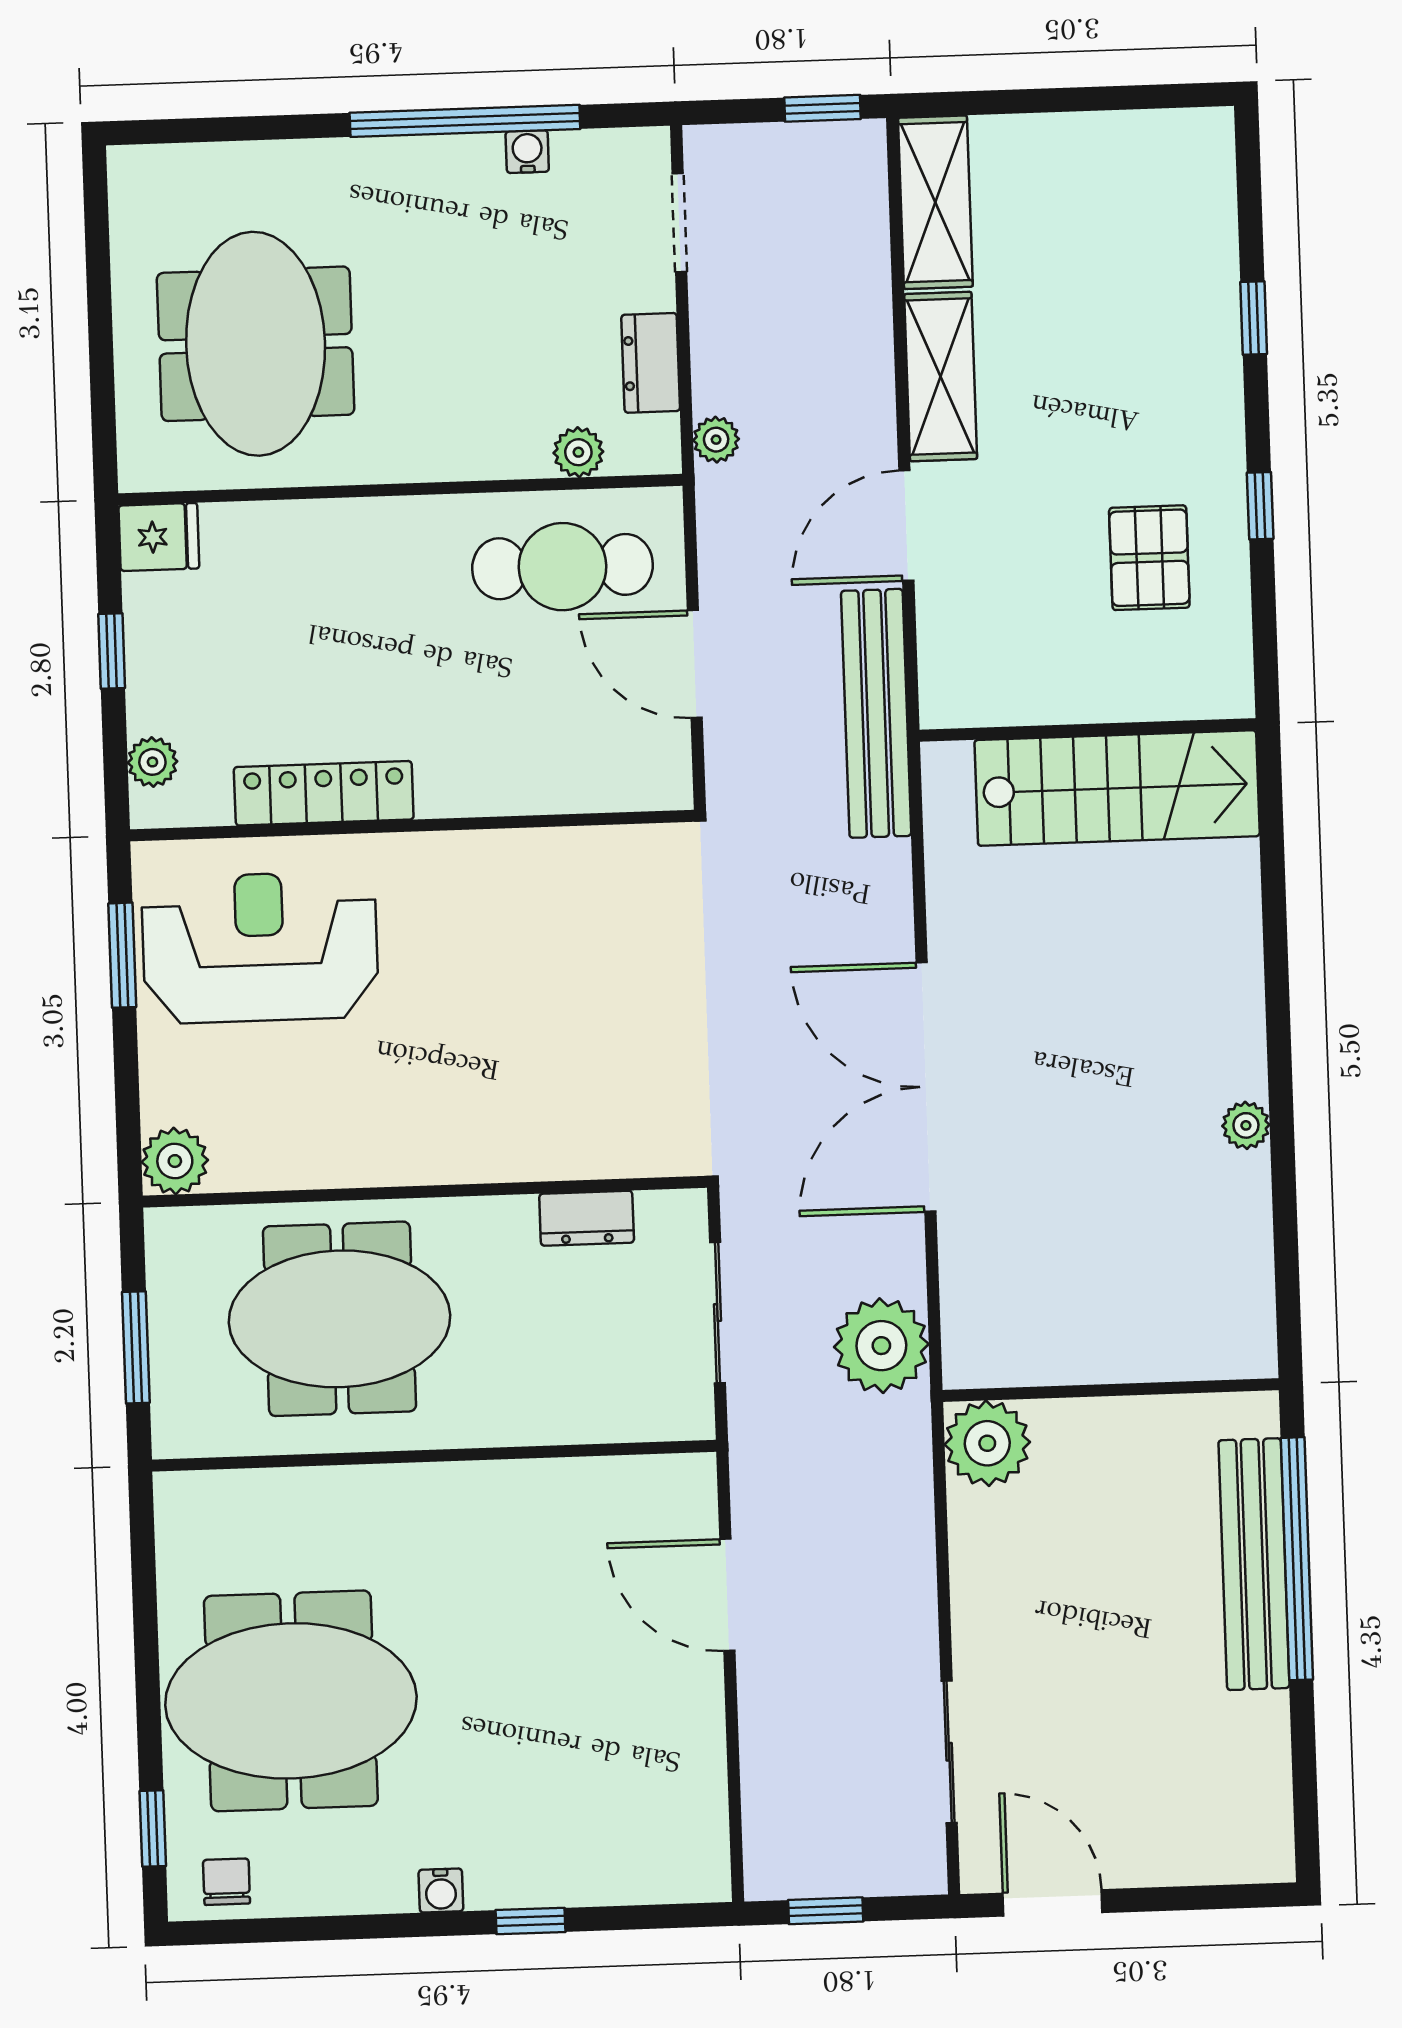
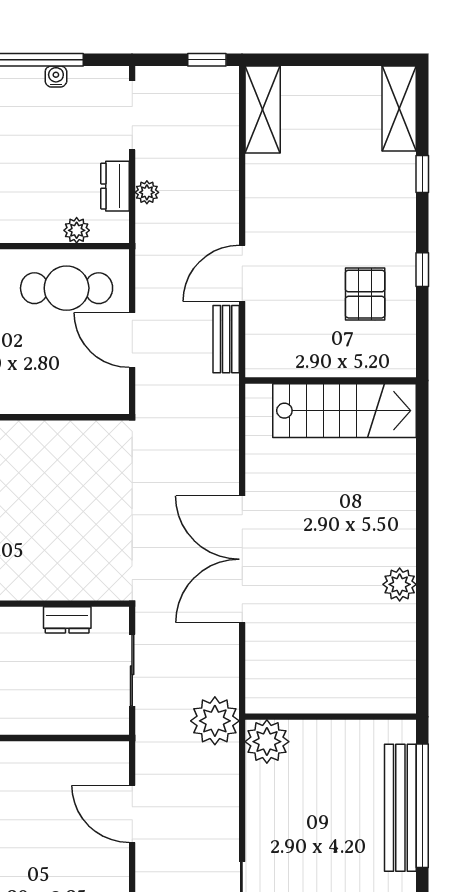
doorway: (679, 223) -> (132, 115), width x1.38
shelving: (941, 377) -> (399, 108), moved
plant: (716, 440) -> (147, 192), moved
bench: (876, 713) -> (226, 339), width x0.54, depth x0.82
plant: (1246, 1125) -> (400, 584), width x1.38, depth x1.38
plant: (881, 1346) -> (215, 721), moved

